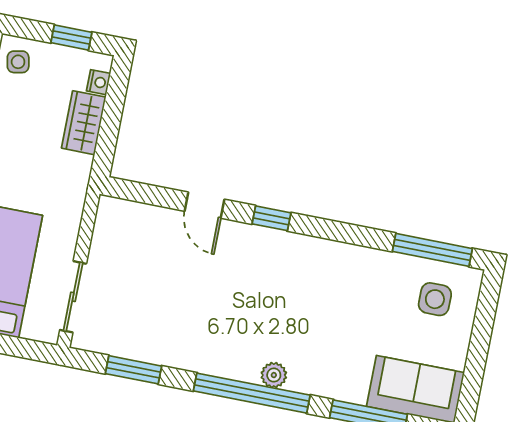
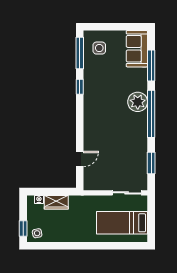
window: (71, 37) -> (23, 229), moved
door: (205, 205) -> (80, 159), moved
window: (271, 218) -> (80, 87), moved
plant: (274, 375) -> (138, 102), width x1.88, depth x1.88

